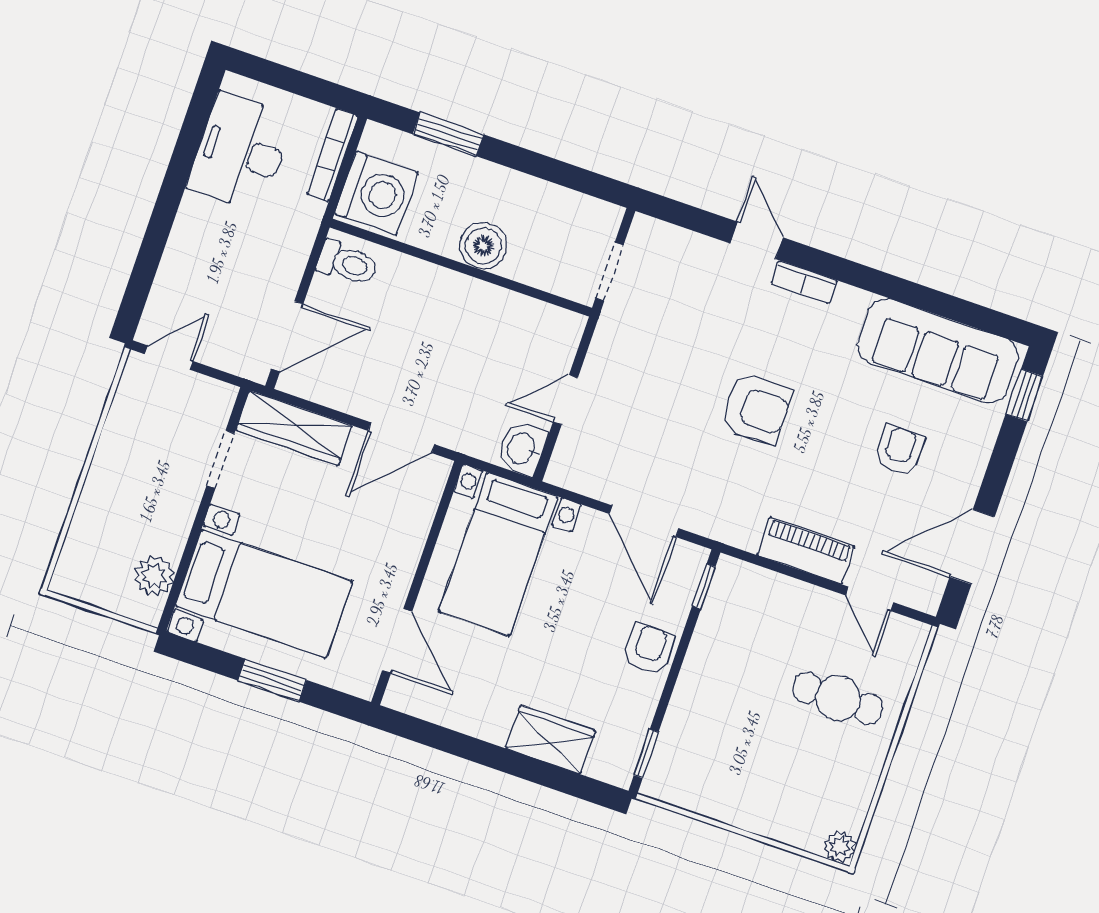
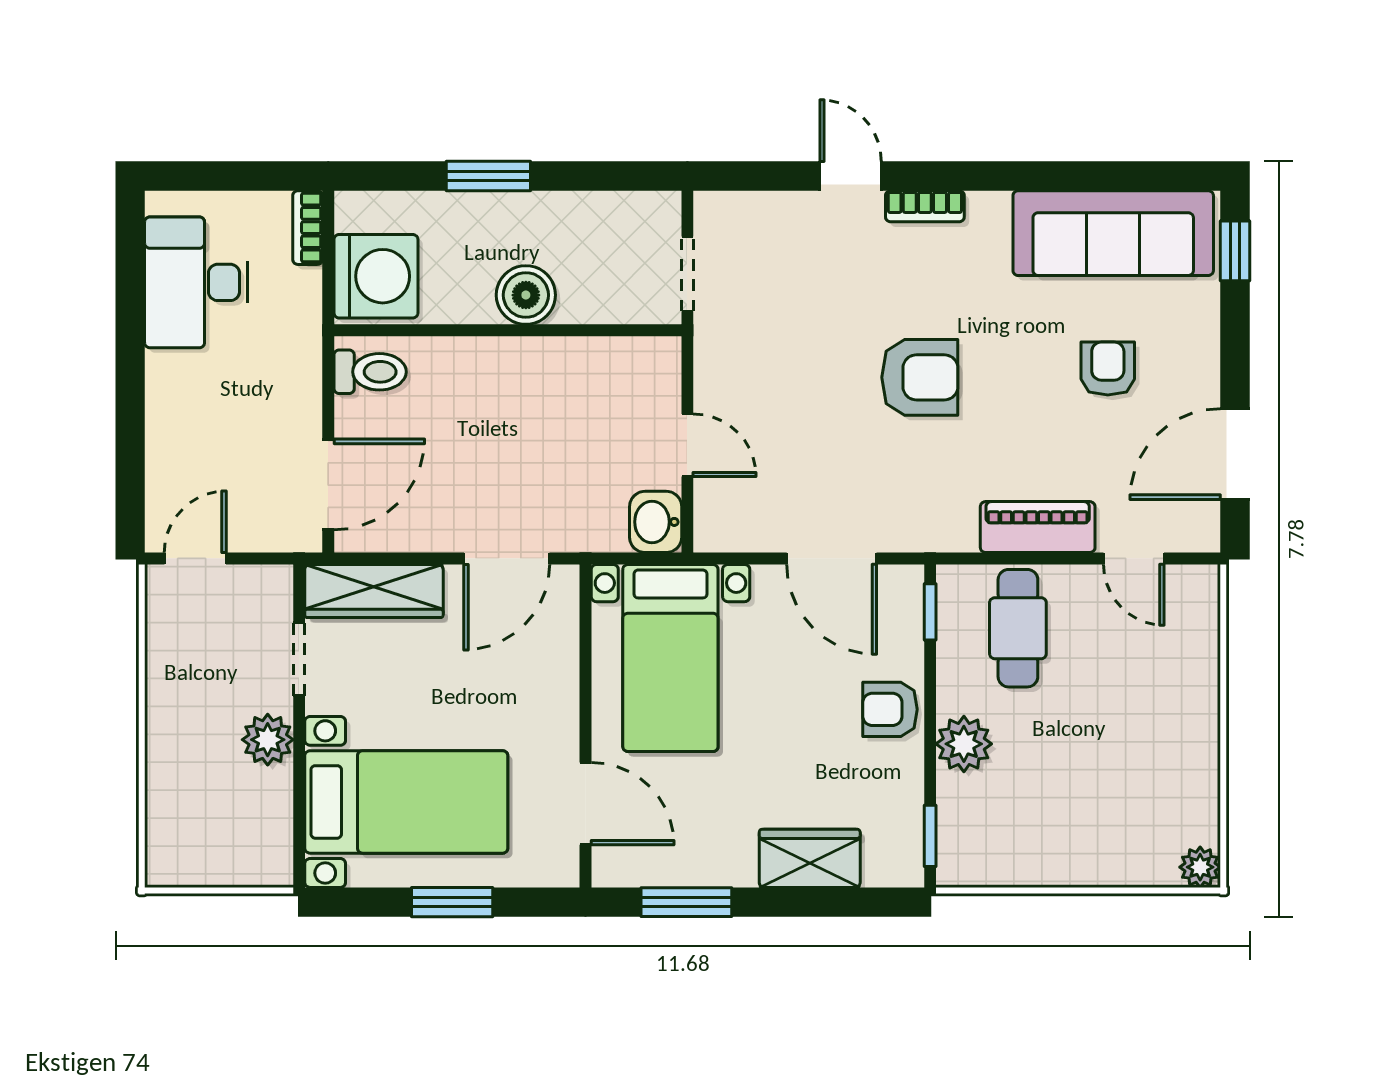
window: (448, 134) -> (488, 176), moved
bookcase: (332, 155) -> (308, 228), width x0.64
door: (565, 400) -> (687, 445), swing flipped
plant: (154, 576) -> (268, 740), moved
armchair: (649, 649) -> (890, 709), turned -90
plant: (695, 694) -> (964, 744), added
cafe table: (838, 699) -> (1018, 628), moved, turned 90
window: (447, 741) -> (686, 902), added

